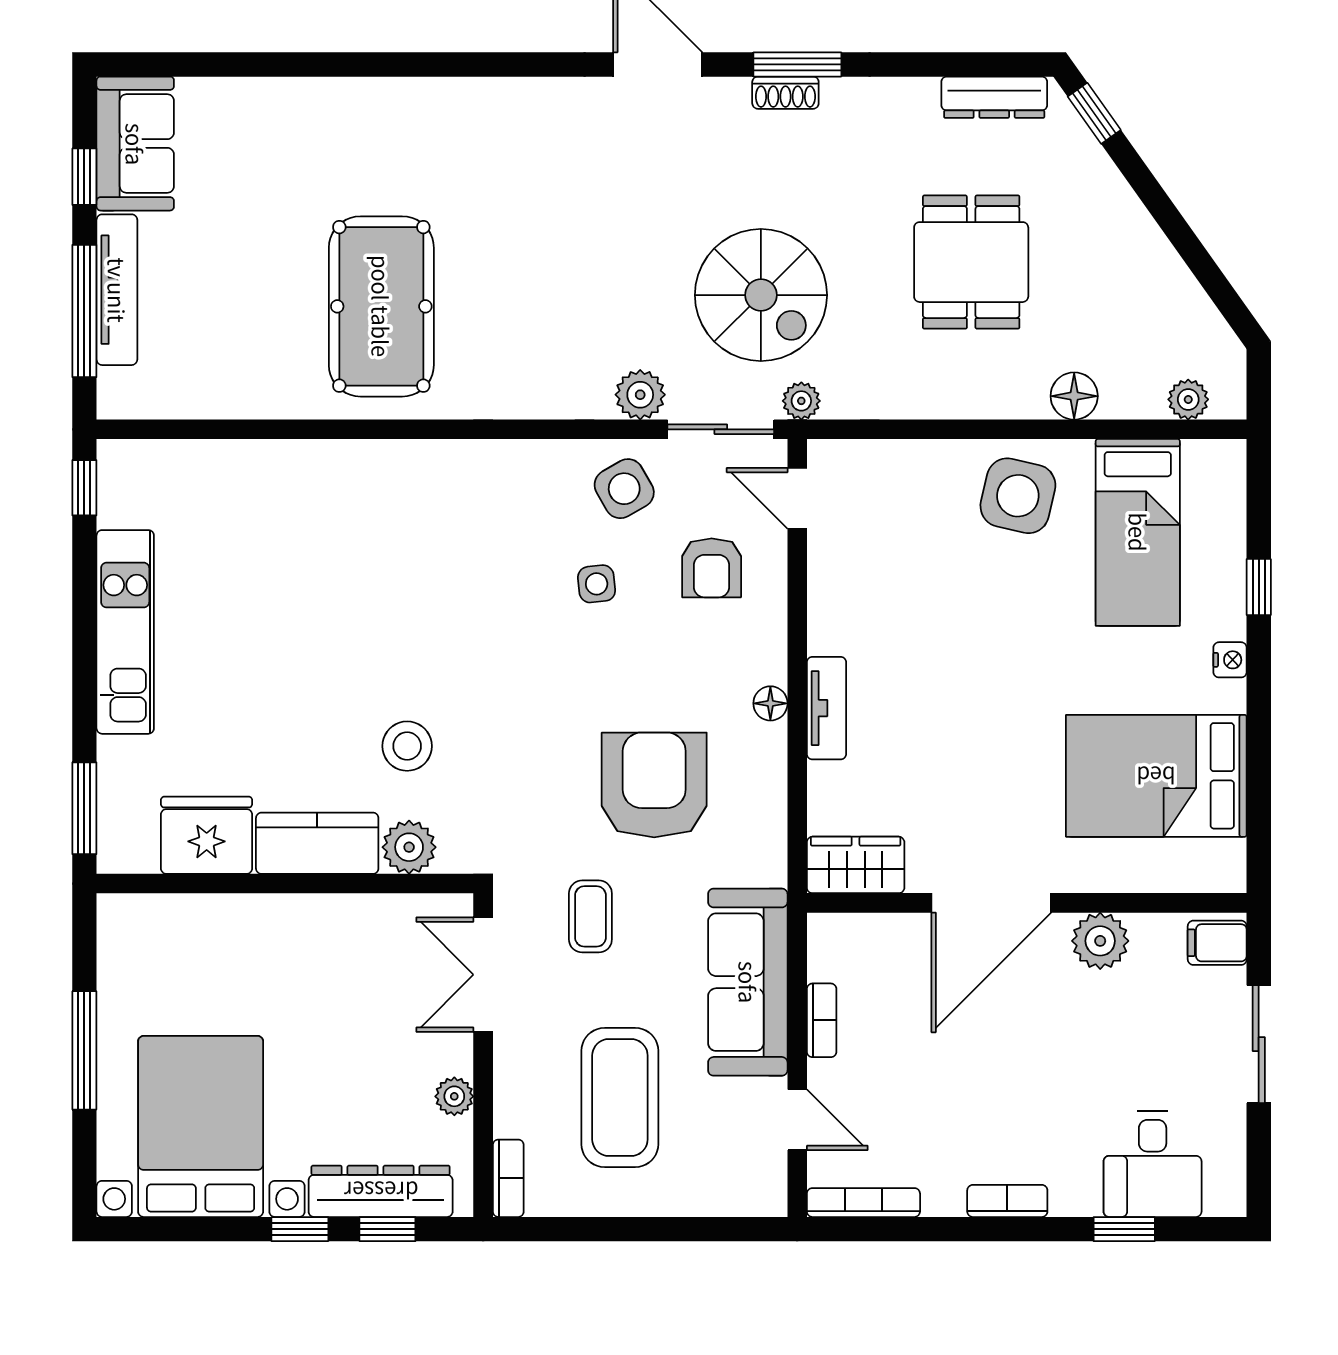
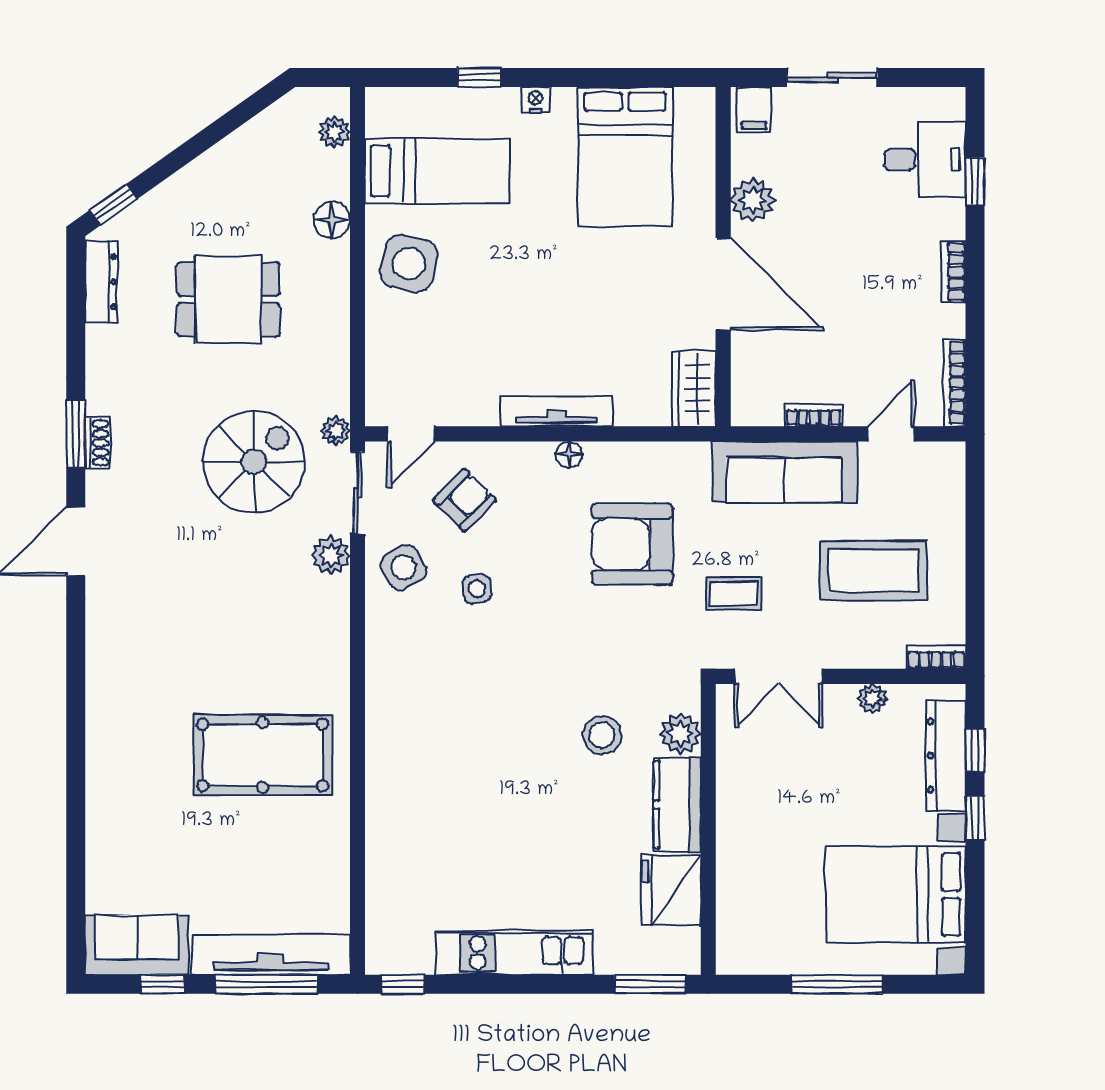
tv unit: (117, 290) -> (271, 955), width x1.36, depth x1.29
armchair: (712, 568) -> (465, 500), turned -45
tv unit: (826, 708) -> (557, 411), width x1.41

